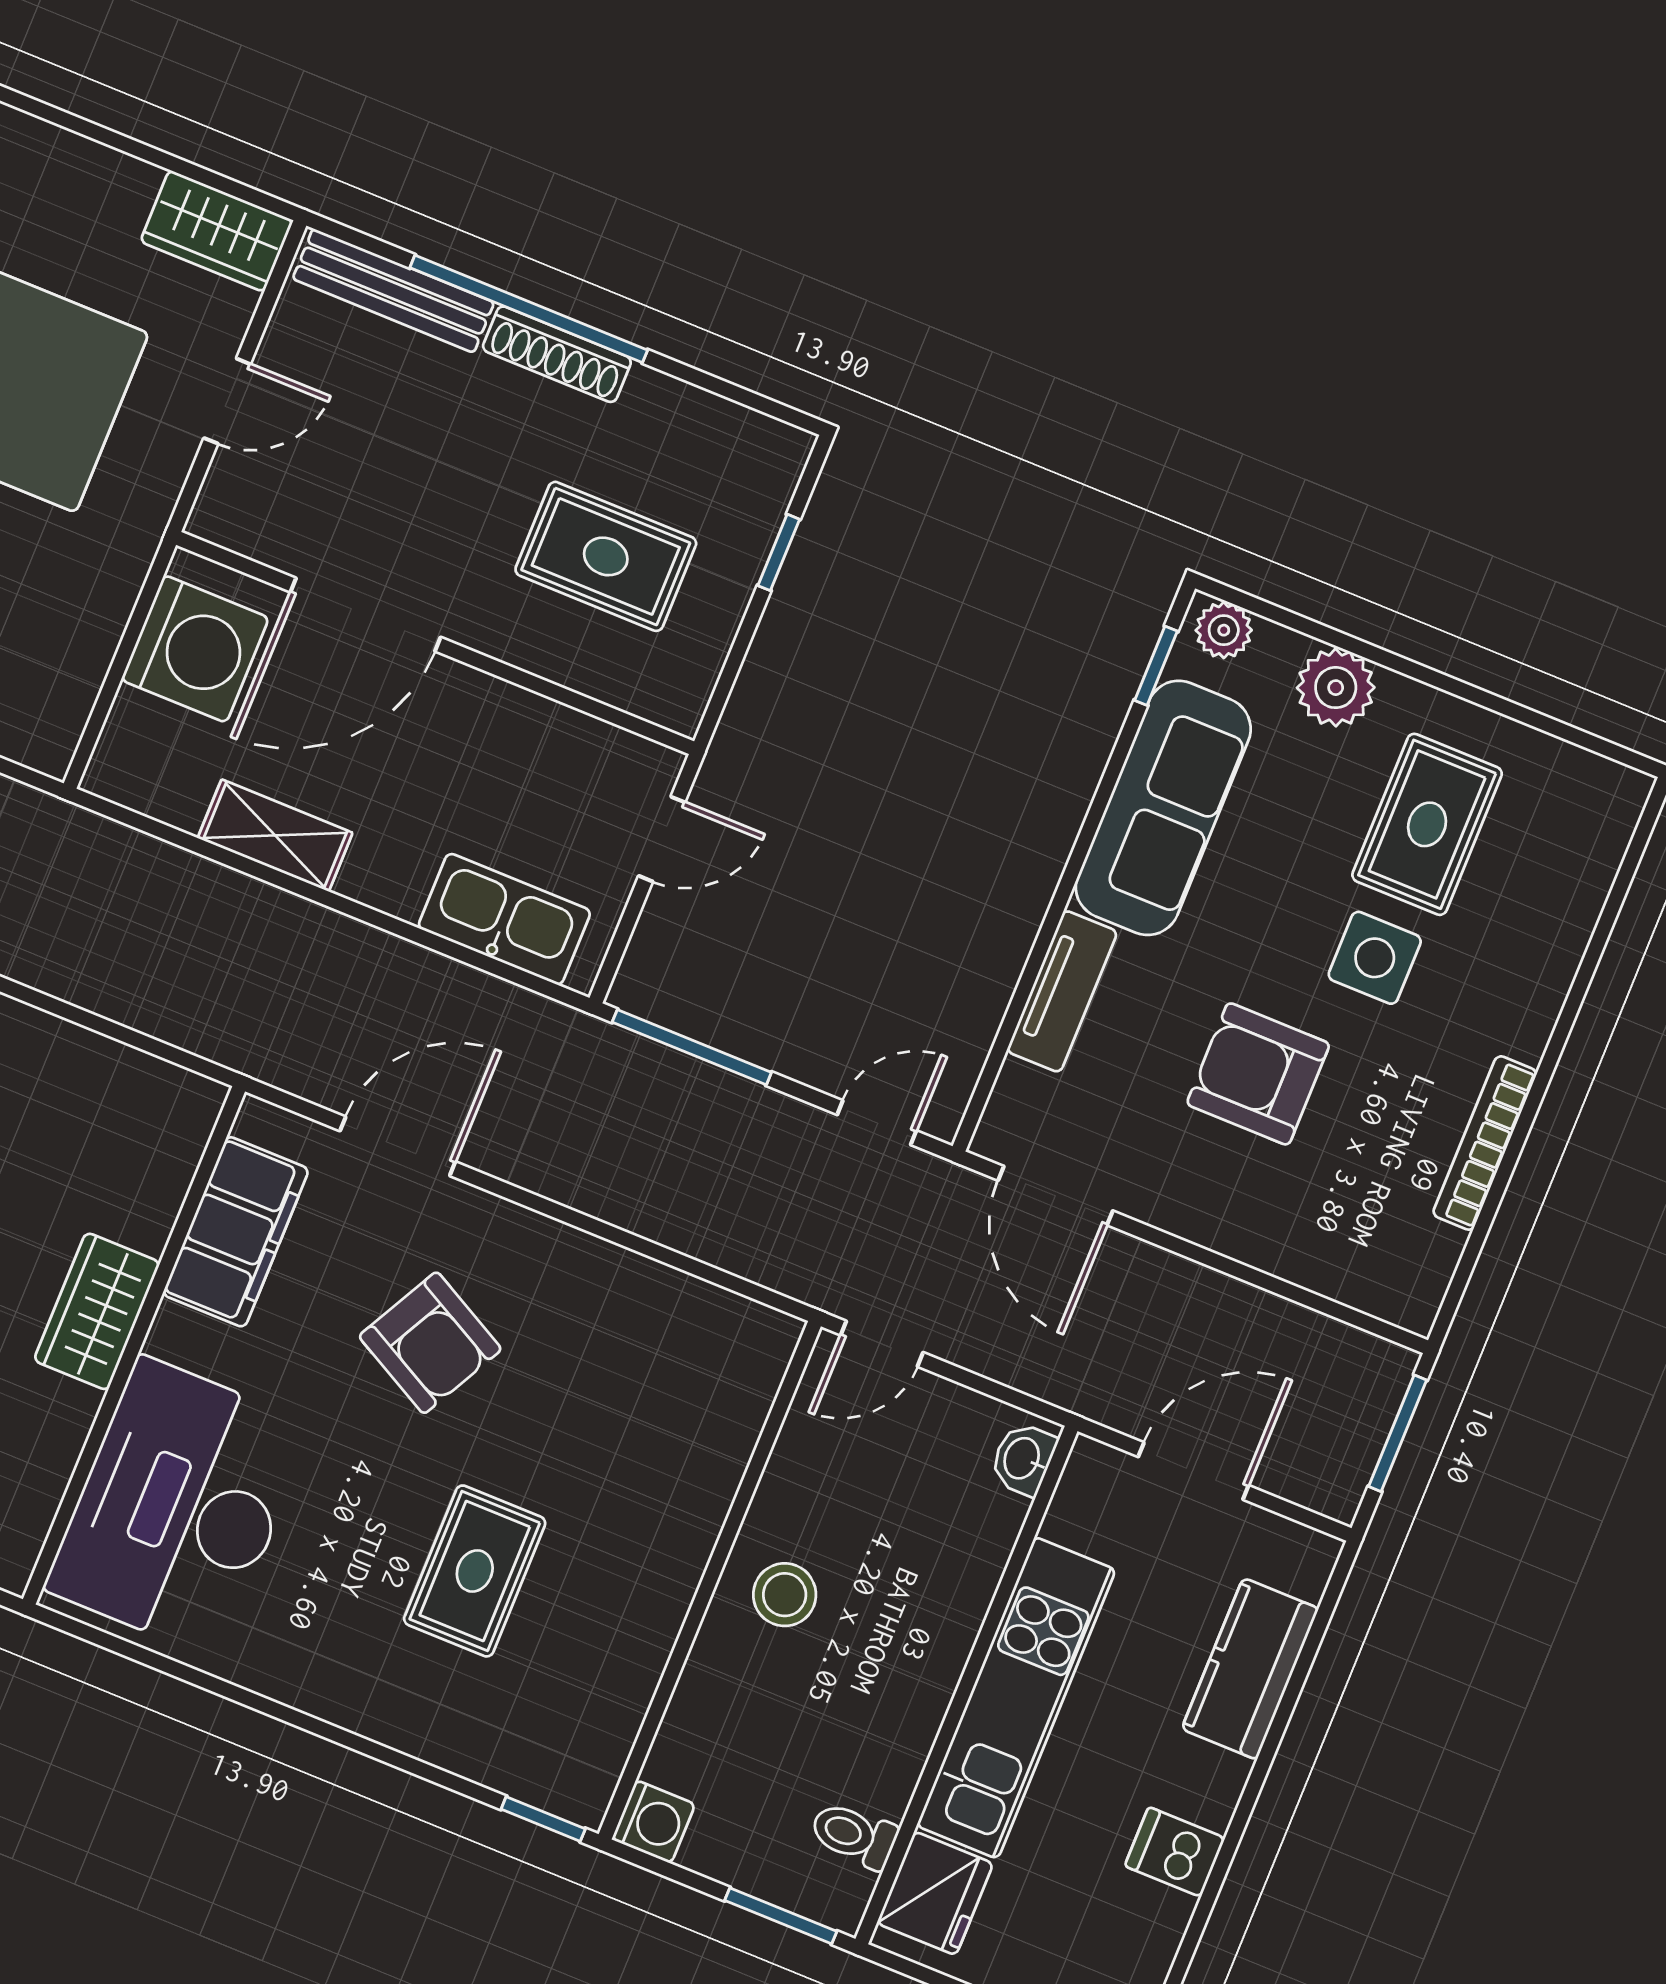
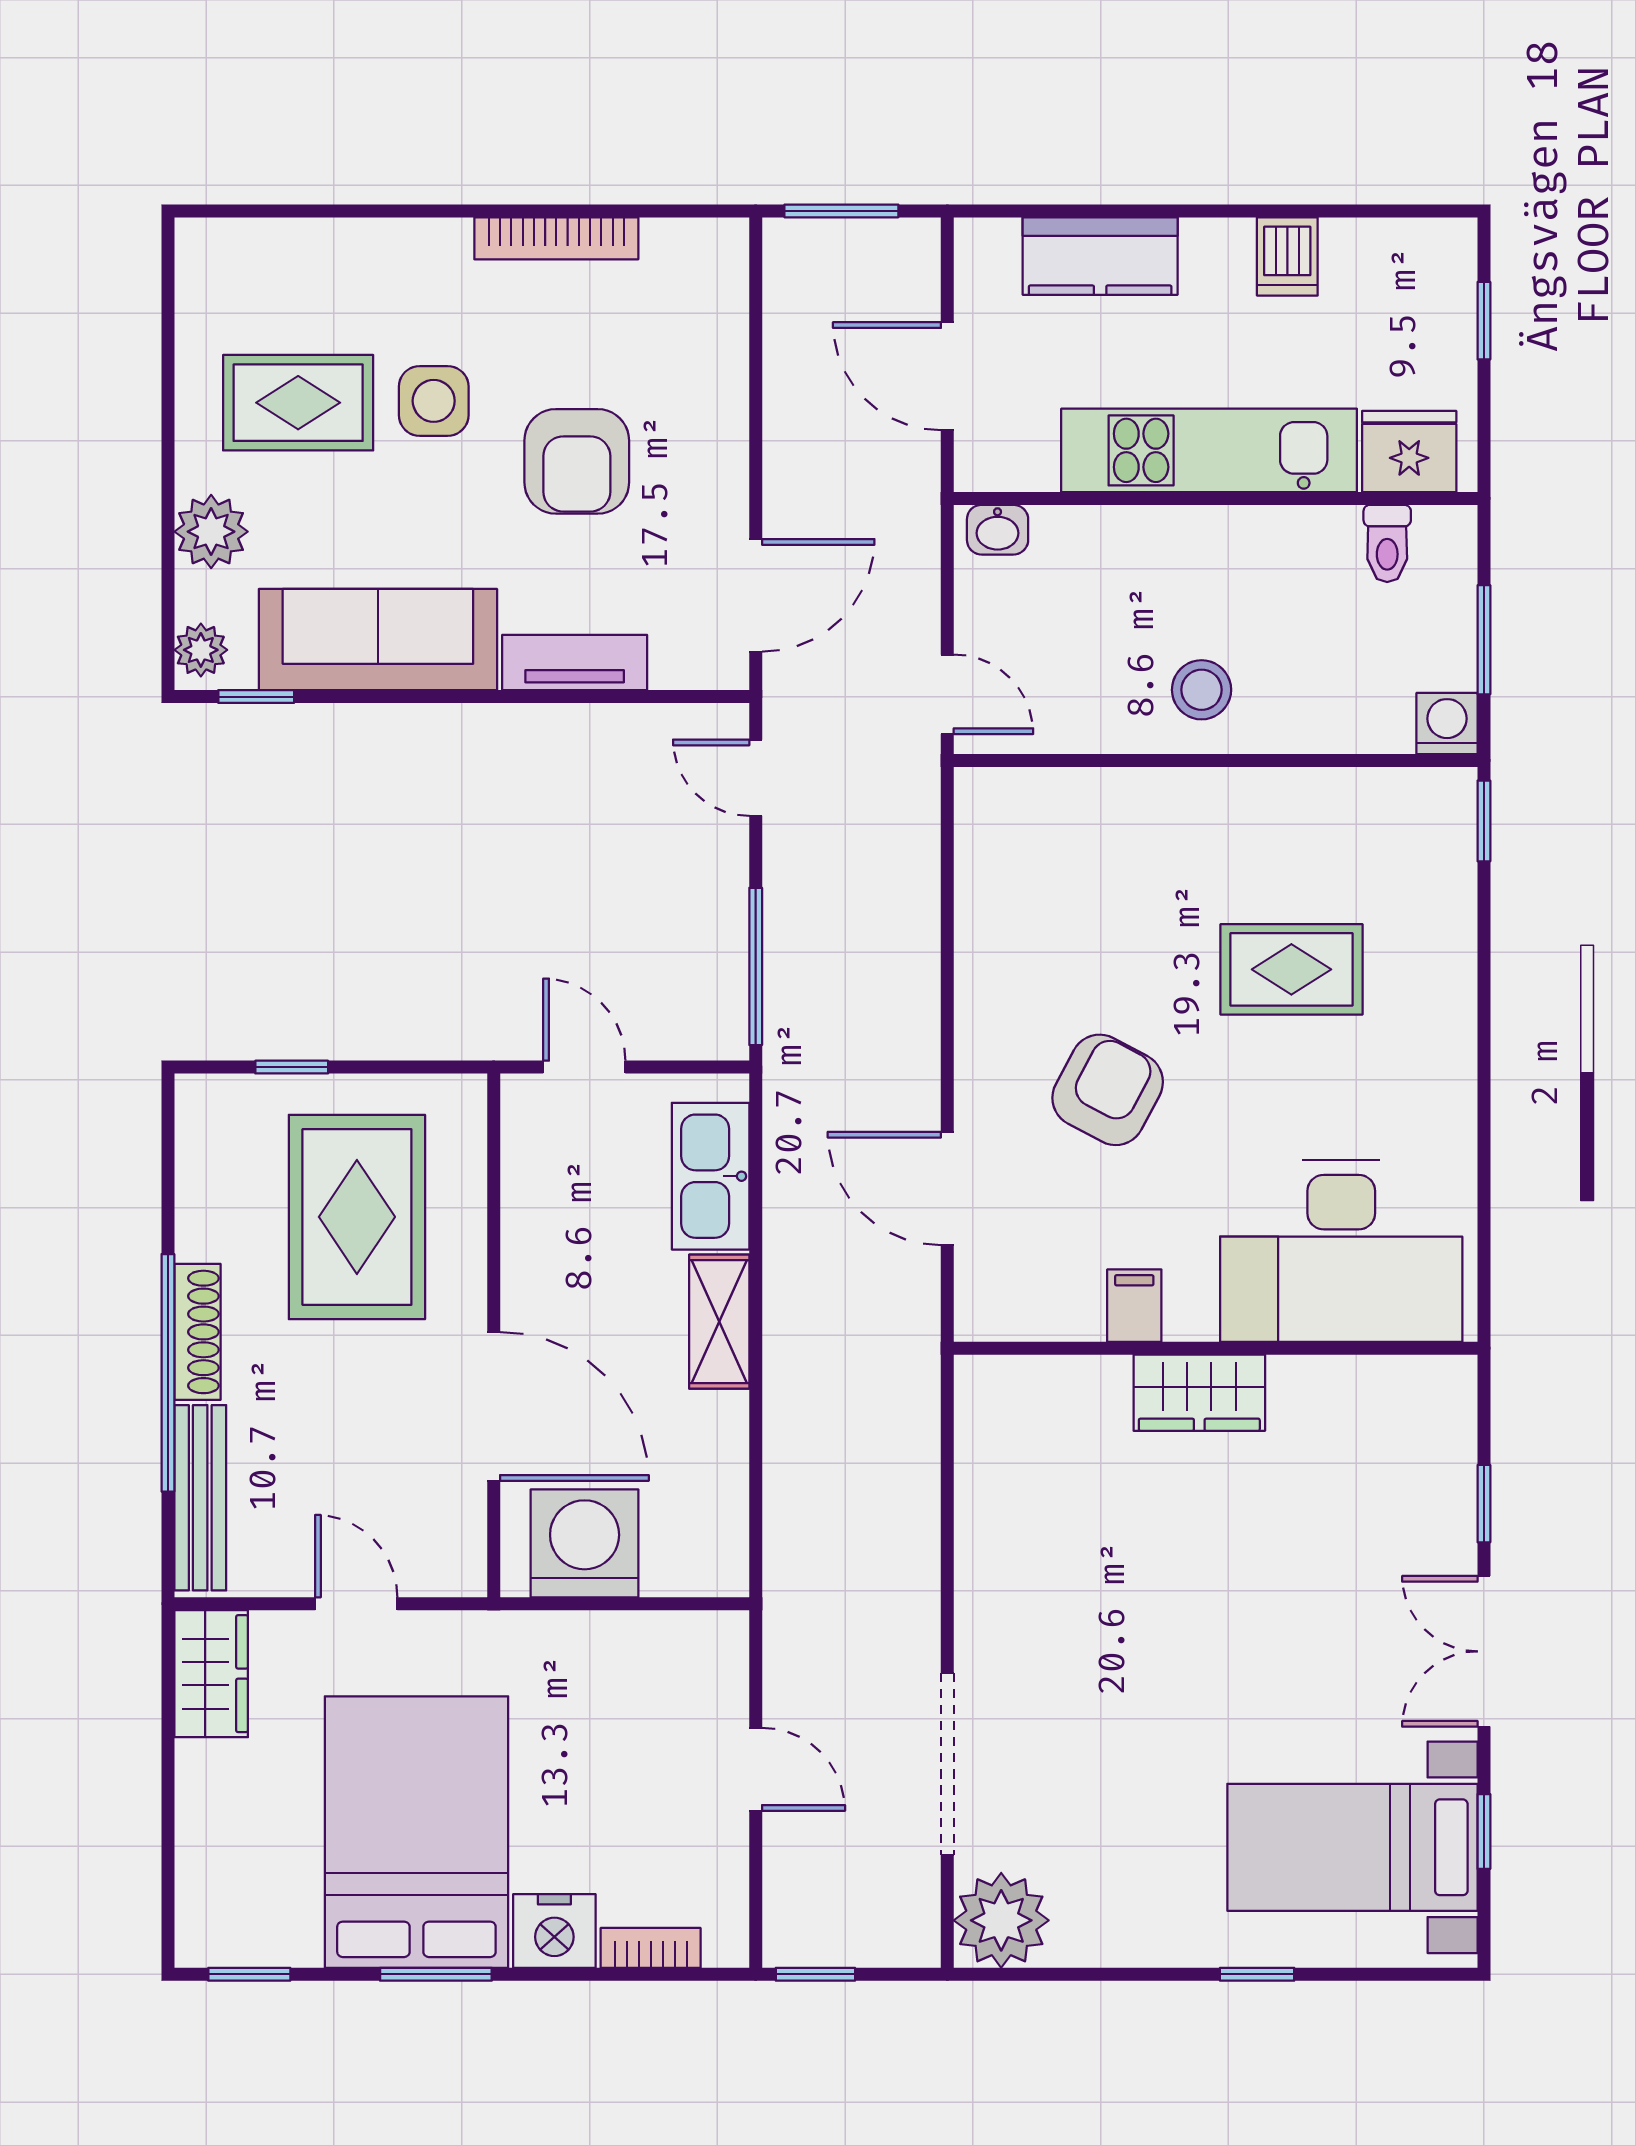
rug: (606, 556) -> (357, 1217), width x1.36, depth x1.43
shelving: (275, 835) -> (719, 1322), moved
filing cabinet: (236, 1232) -> (1134, 1306), width x0.33, depth x0.86
window: (781, 1916) -> (1484, 640), moved

